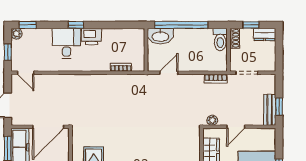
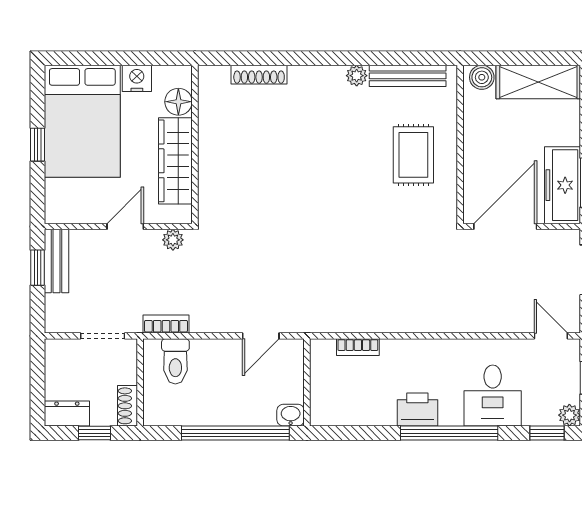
window: (76, 25) -> (449, 433), width x3.17
washbasin: (160, 36) -> (291, 415), width x0.52, depth x0.69
toilet: (220, 39) -> (175, 361), moved, turned 180
desk: (66, 43) -> (493, 396), moved

